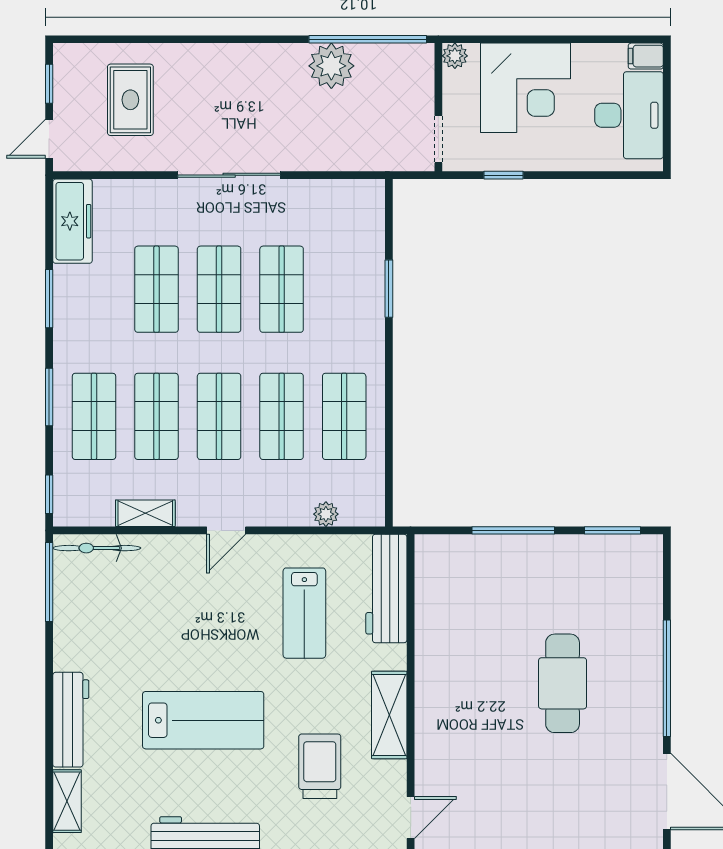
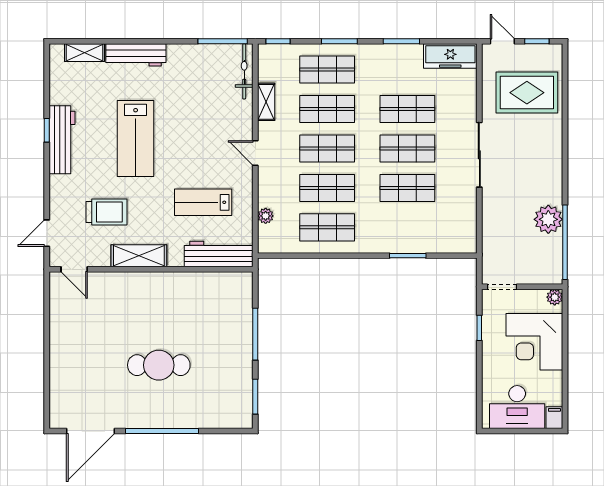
rug: (130, 100) -> (527, 93), width x1.36, depth x1.43

